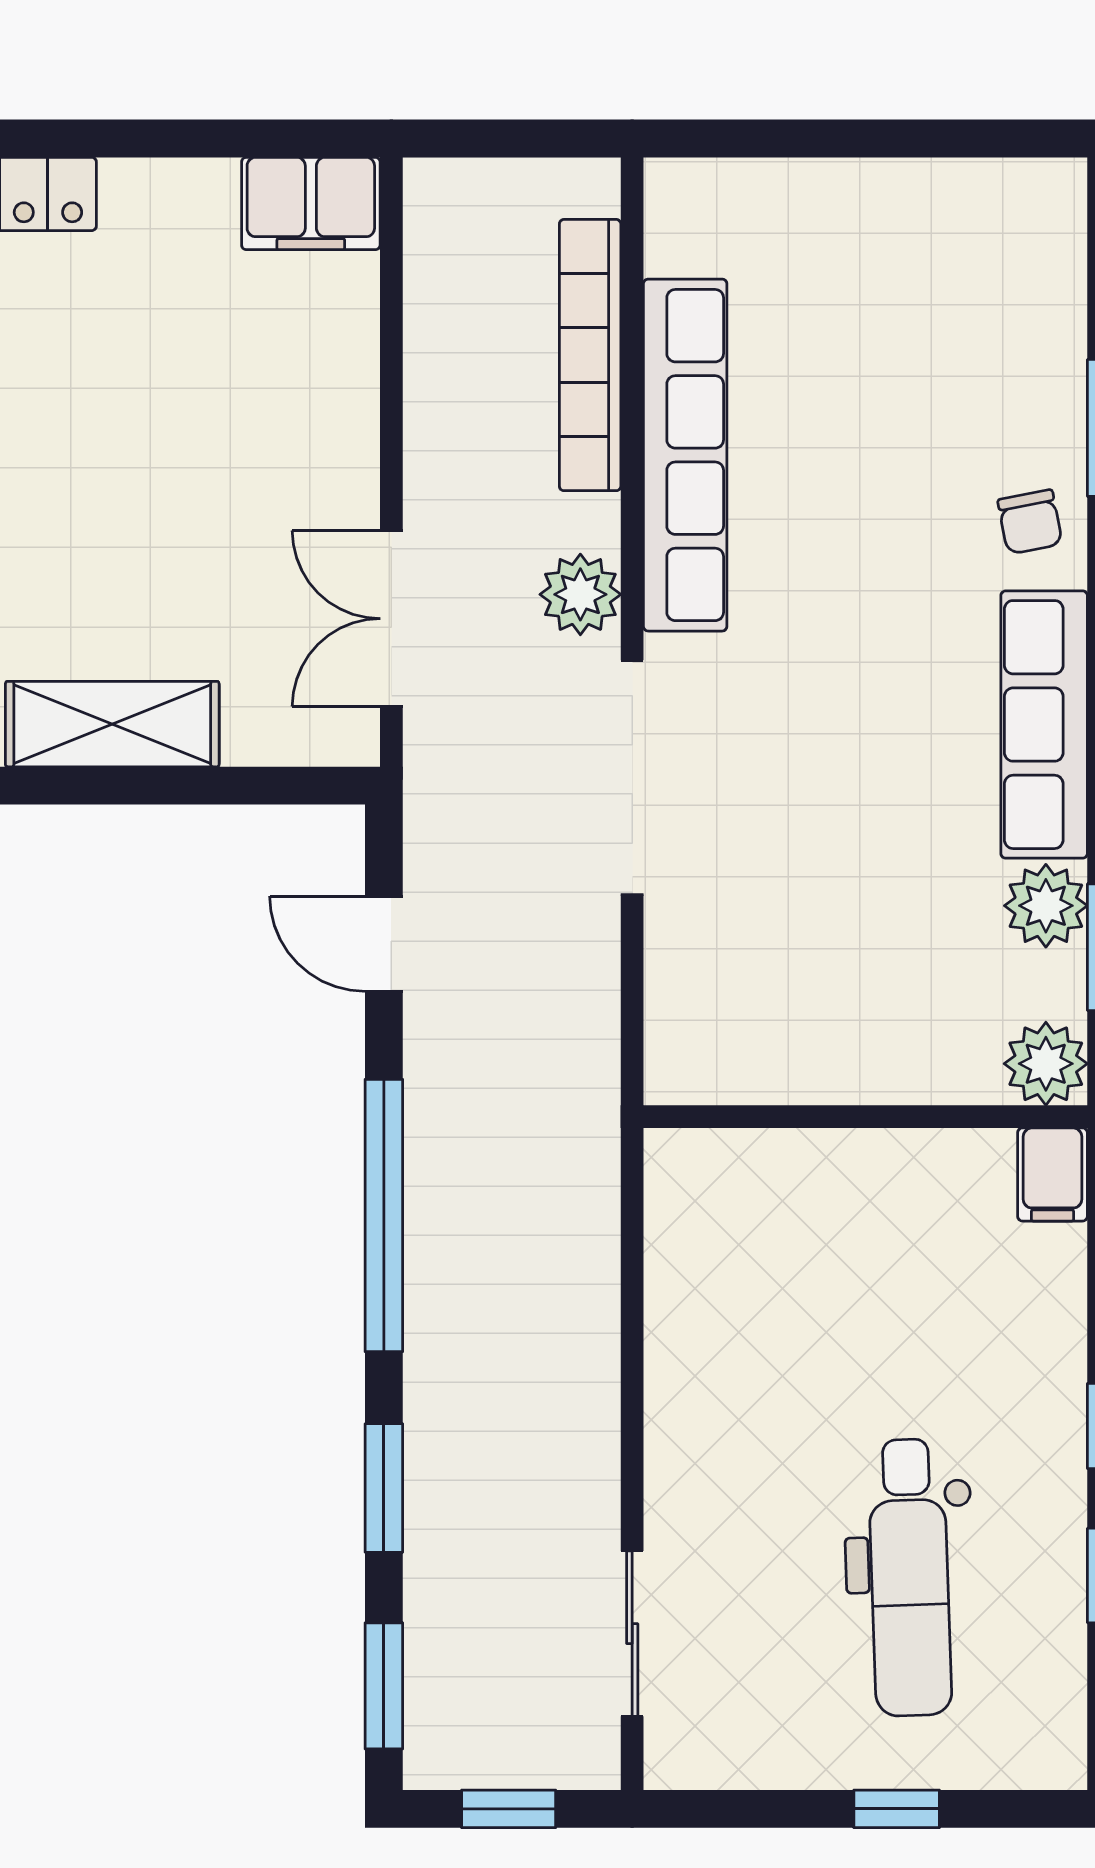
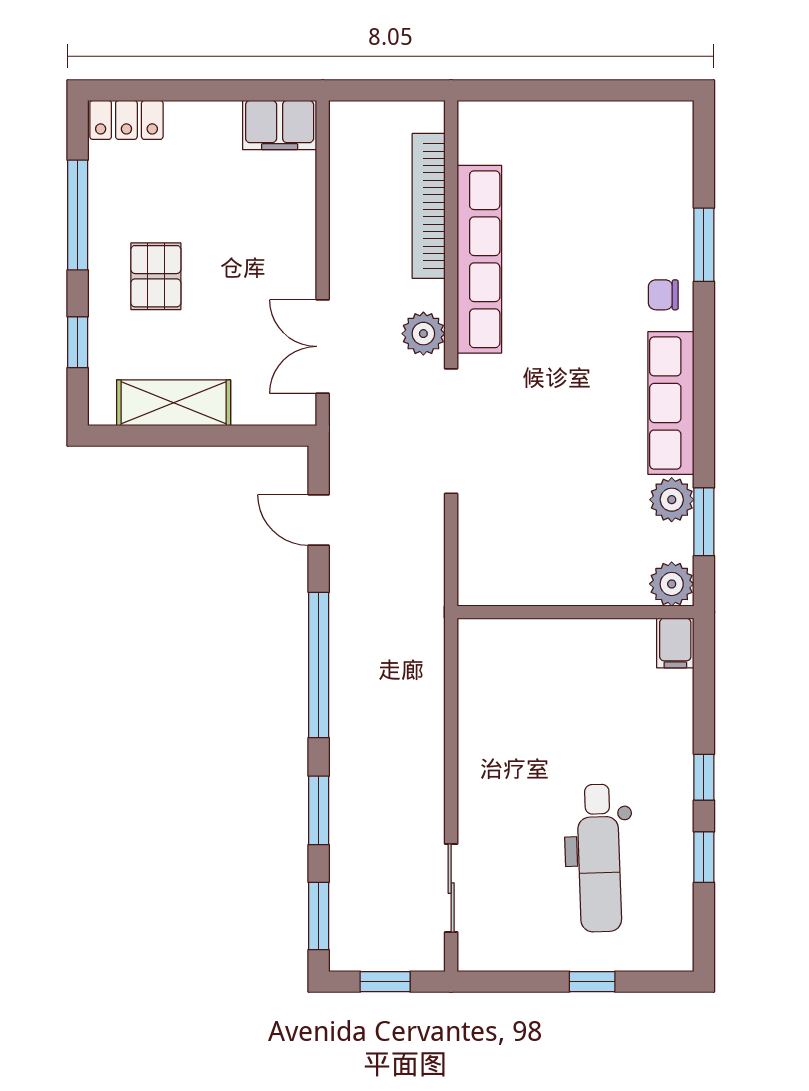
pallet: (79, 487) -> (156, 276), added
chair: (1030, 522) -> (663, 295), turned 101

